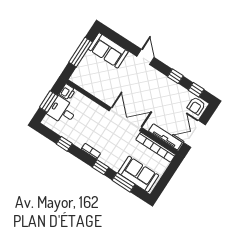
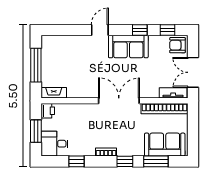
sofa: (108, 50) -> (128, 47), moved
door: (145, 57) -> (100, 30), hinge flipped
fireplace: (81, 82) -> (54, 93), added
armchair: (196, 106) -> (177, 45), turned 90
desk: (62, 111) -> (55, 144), moved
tv unit: (165, 137) -> (173, 93), width x0.71

